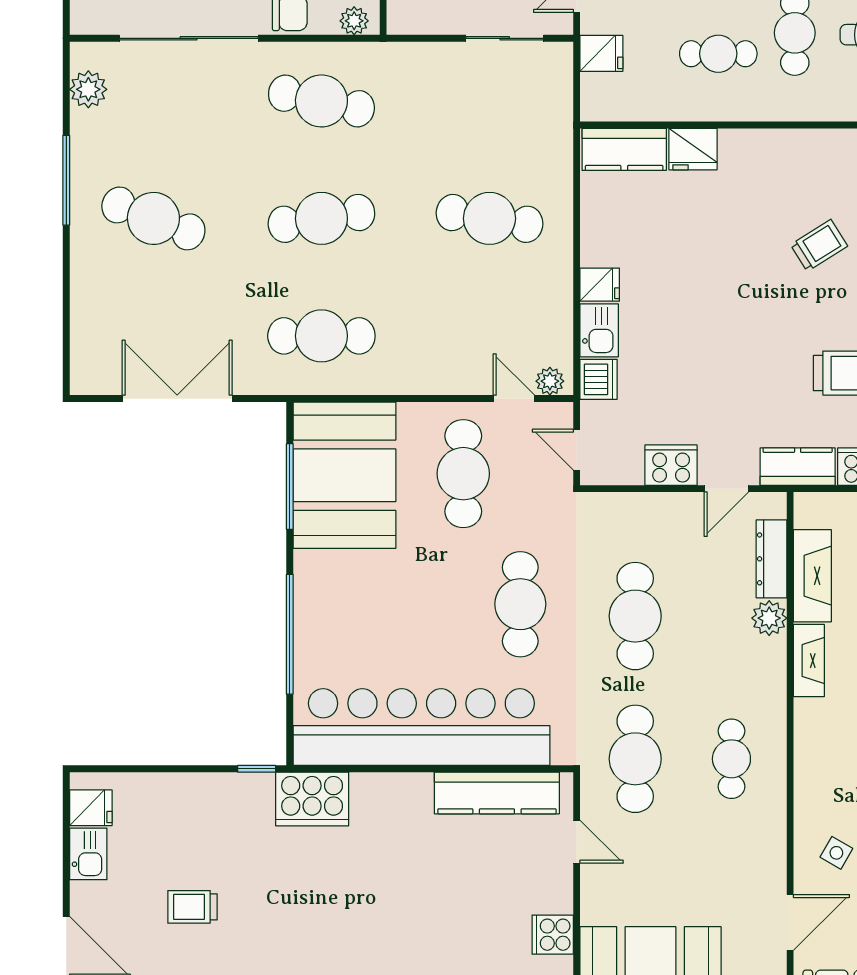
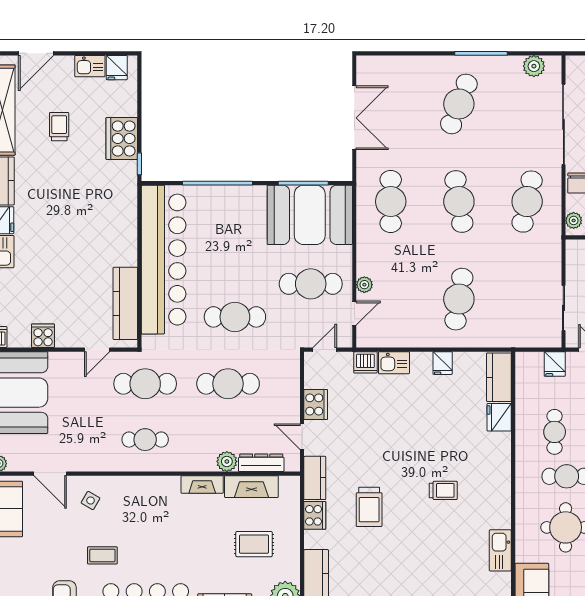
trolley: (819, 245) -> (443, 490), turned -58
fridge: (600, 285) -> (443, 363), moved
plant: (550, 381) -> (364, 285), moved
cooker: (312, 799) -> (122, 138), moved

